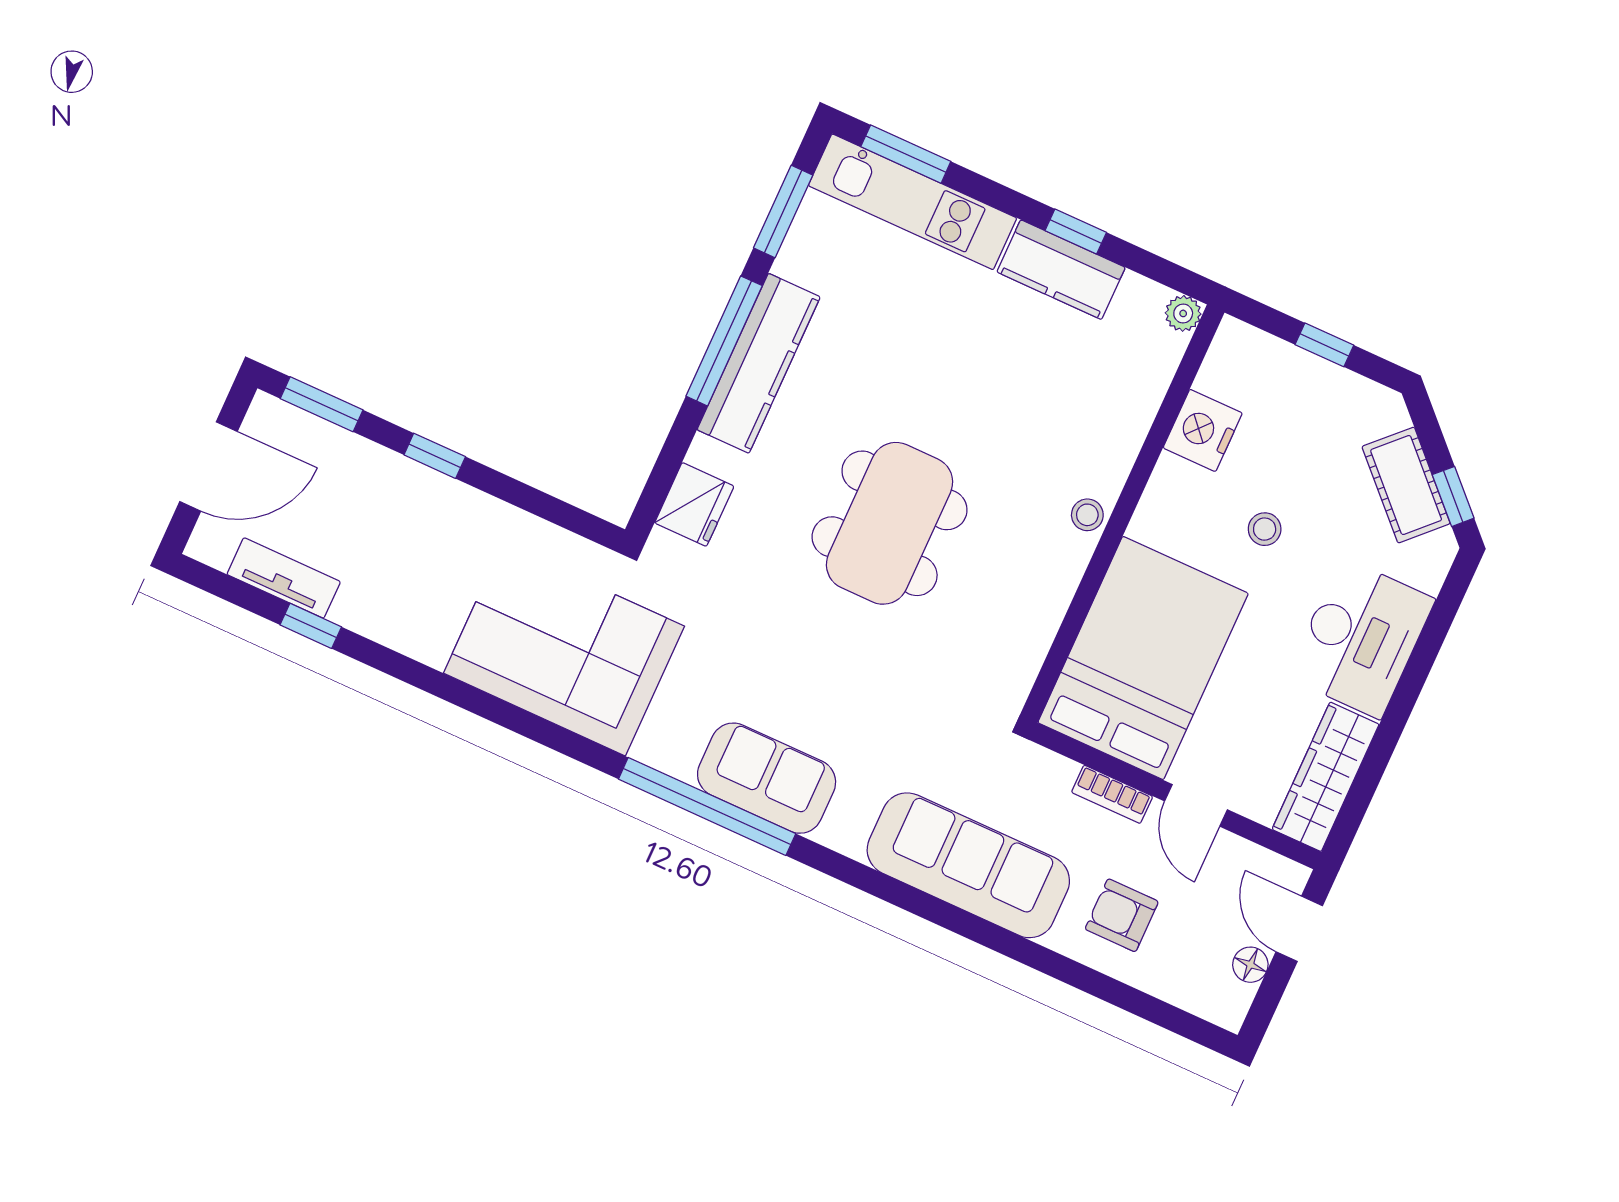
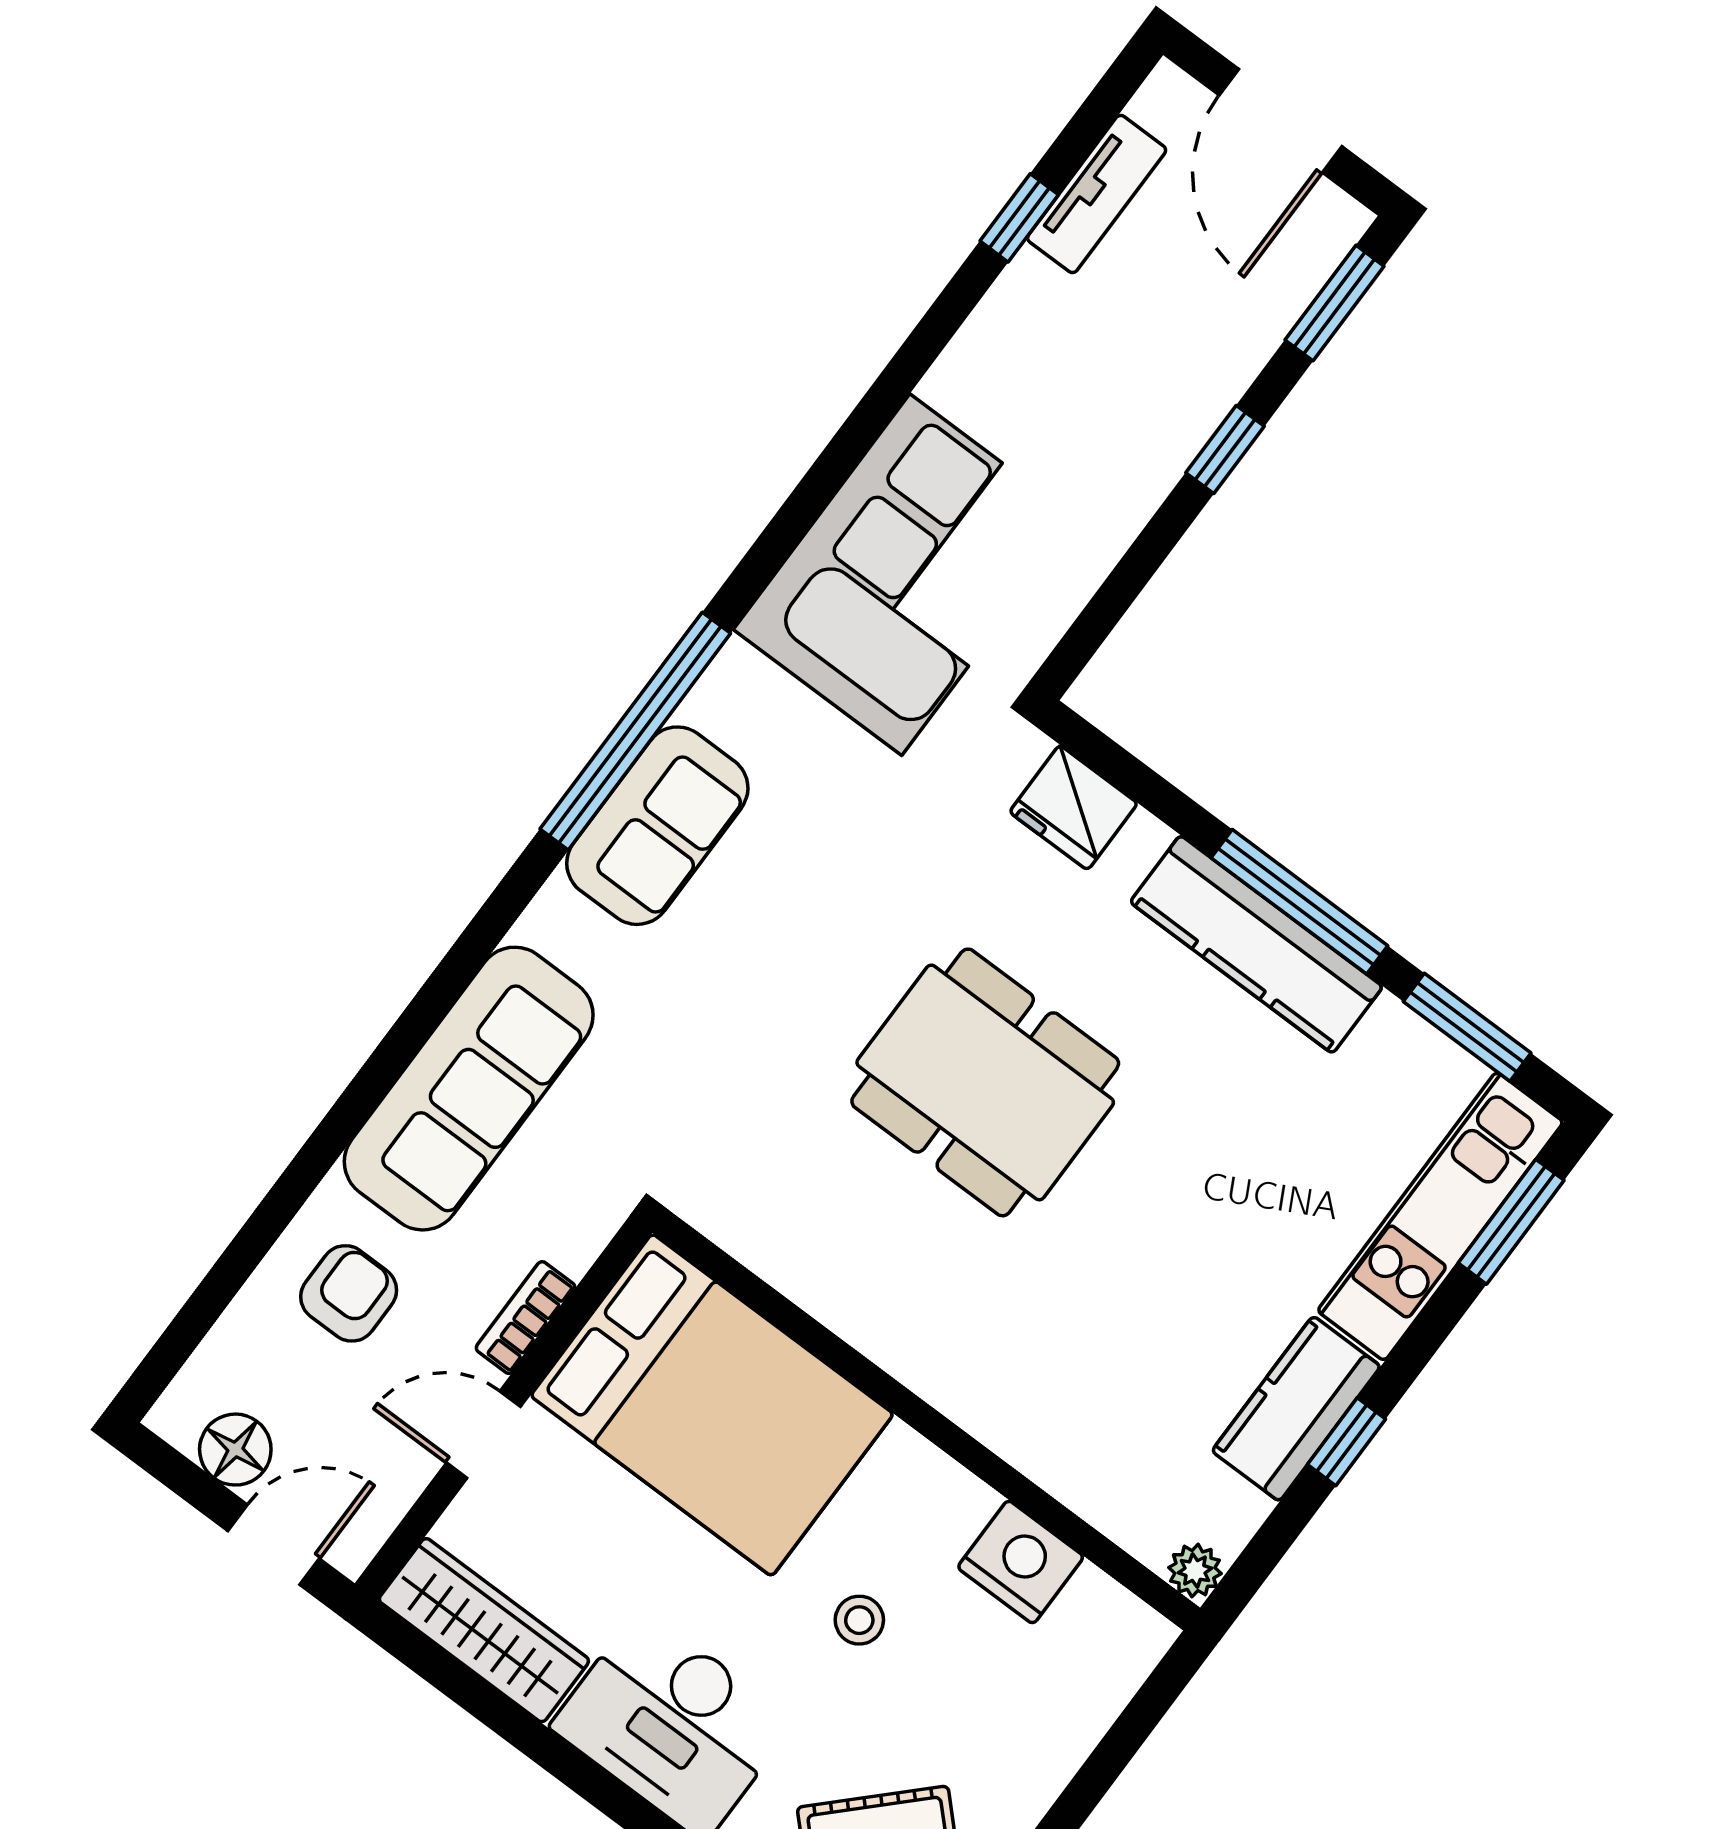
window: (1324, 345) -> (1106, 1764), removed
stool: (1087, 515) -> (935, 1370), removed
floor lamp: (1250, 965) -> (235, 1450), width x1.37, depth x1.37

